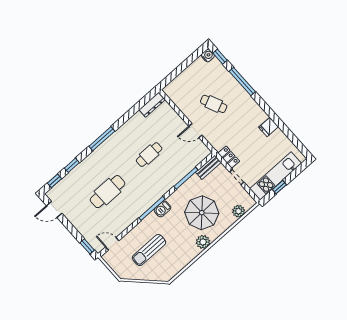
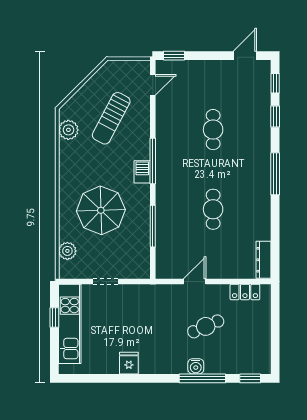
water cooler: (208, 55) -> (196, 366), moved
locker: (229, 157) -> (245, 292), moved
bench: (208, 167) -> (143, 260), removed
cafe table: (108, 192) -> (213, 130), width x0.73, depth x0.74
plant: (203, 242) -> (68, 130), moved
sun lounger: (149, 250) -> (111, 118), turned -152

